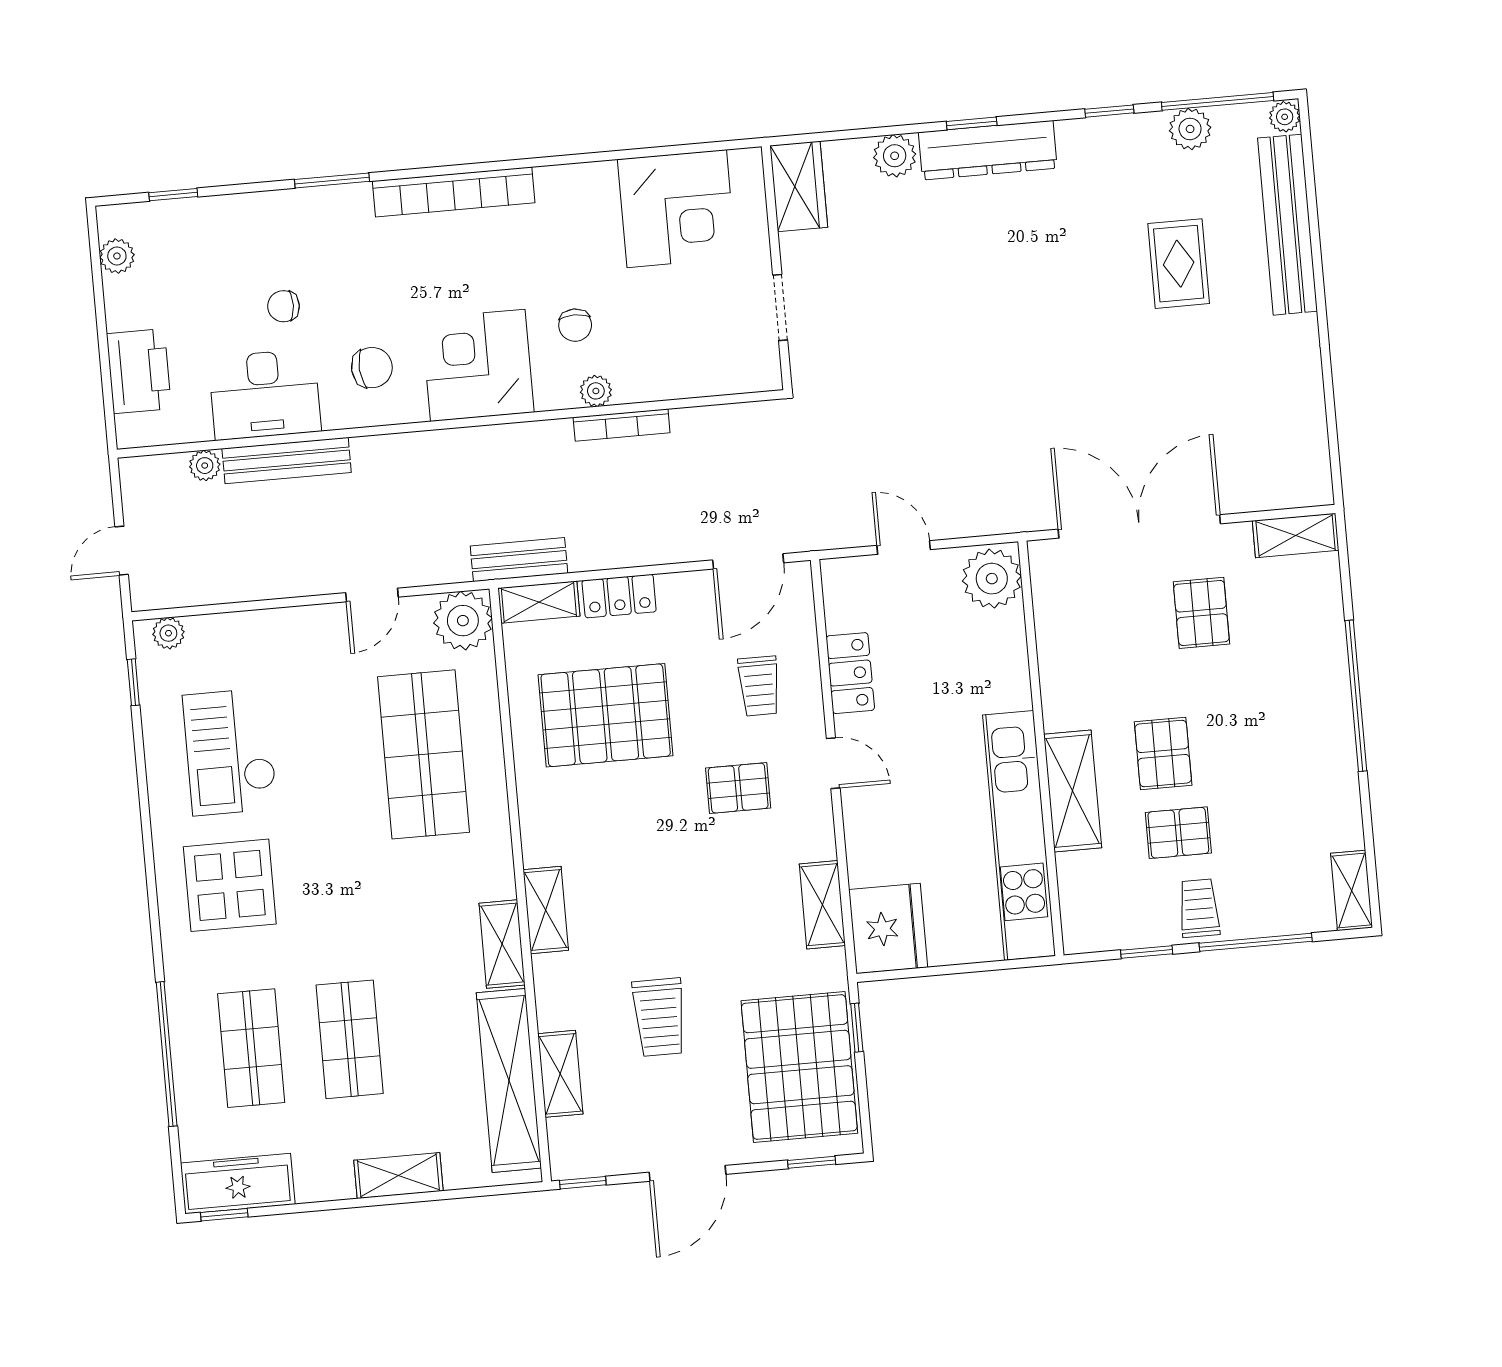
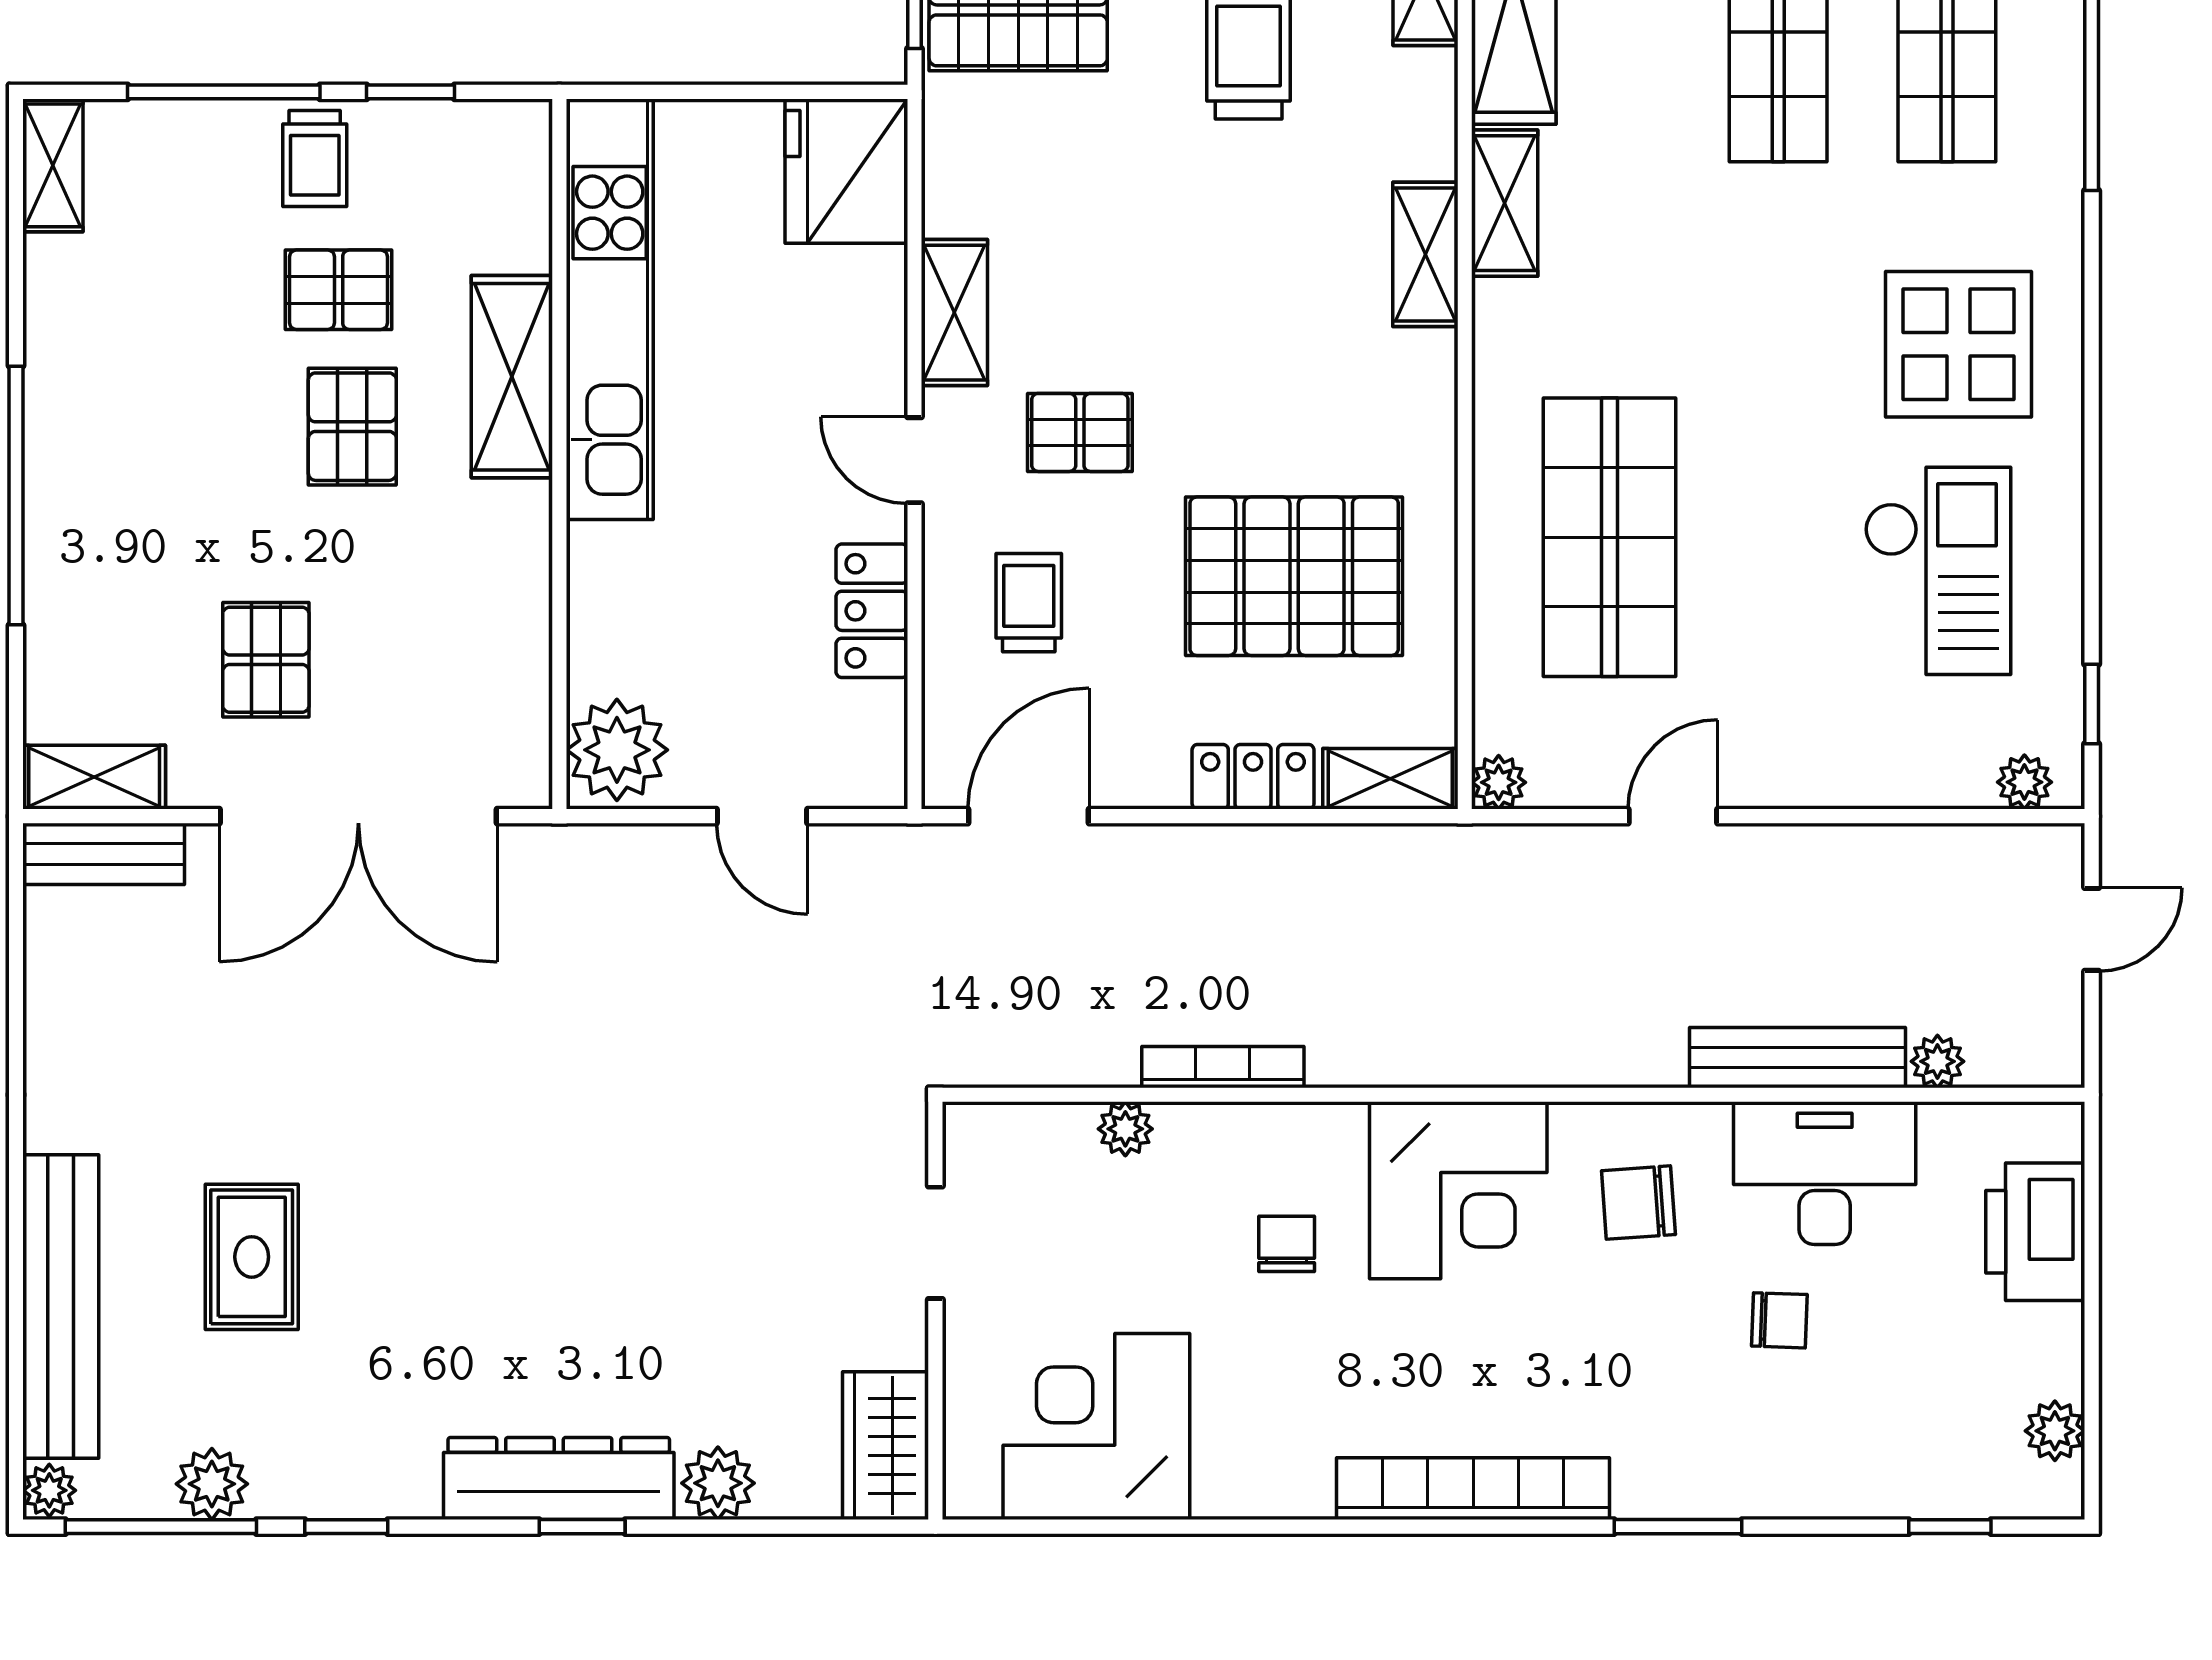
plant: (596, 391) -> (1125, 1129), moved
bench: (519, 560) -> (104, 854), moved
plant: (463, 621) -> (1499, 782), width x0.53, depth x0.53
shelving: (822, 905) -> (954, 313), moved

